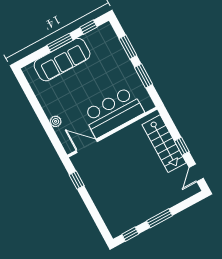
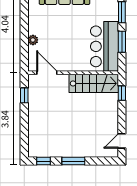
bar counter: (113, 112) -> (104, 46), moved, turned -90
stairs: (164, 144) -> (94, 83), moved, turned -90
window: (182, 146) -> (122, 93), moved

